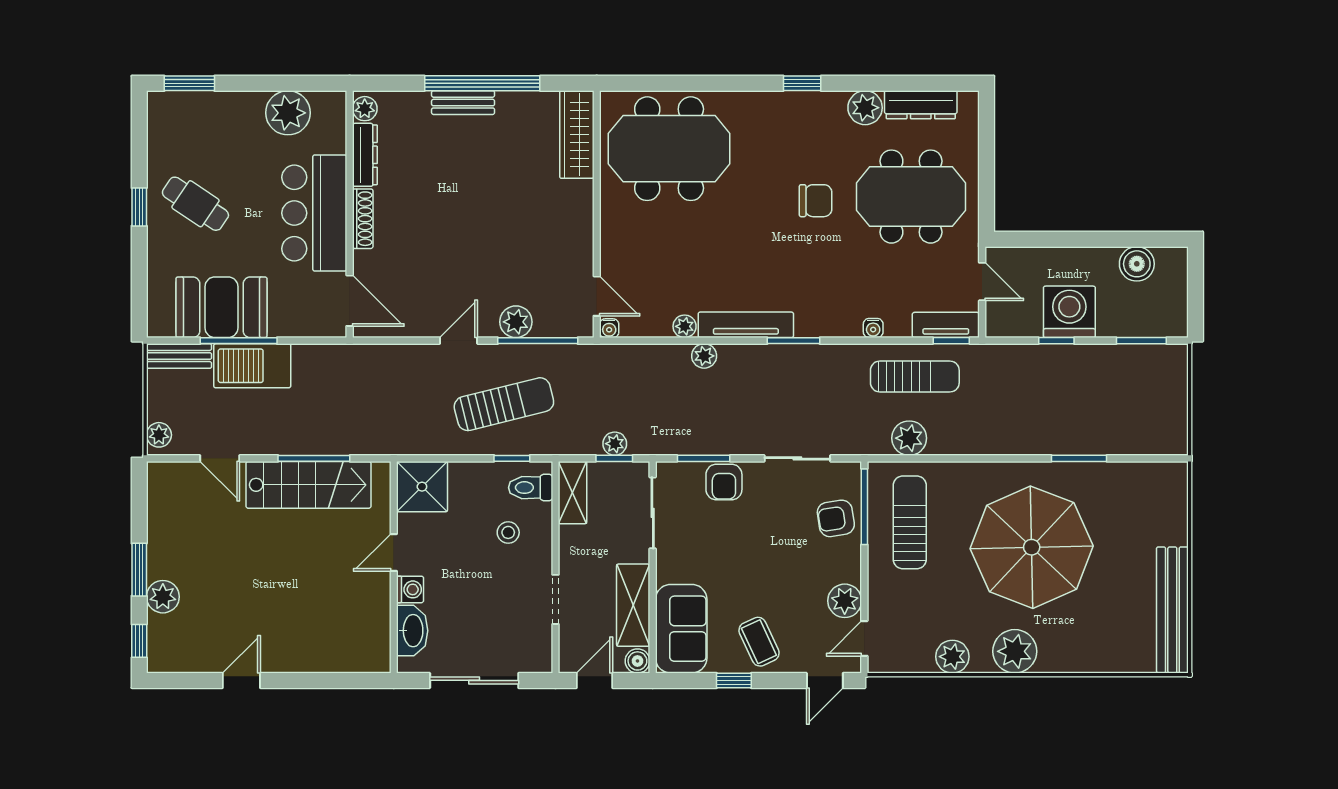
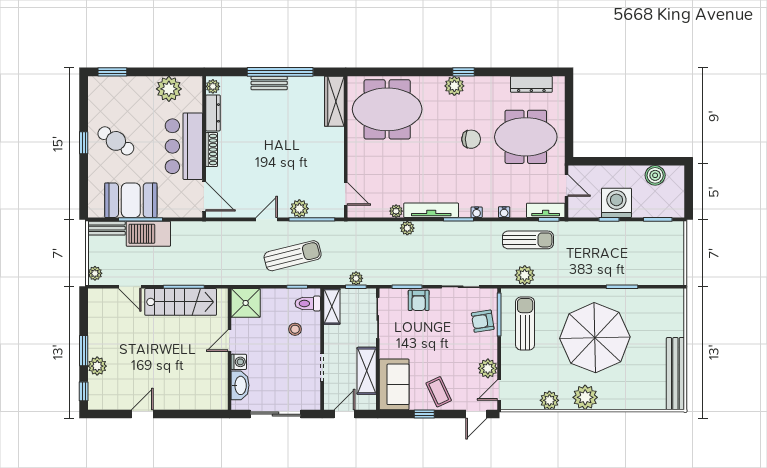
plant: (865, 108) -> (454, 86), moved
water cooler: (609, 328) -> (477, 212), moved
boiler: (637, 661) -> (369, 403), removed

